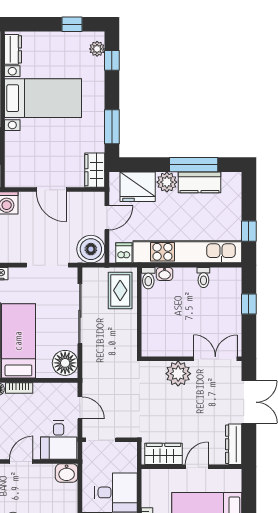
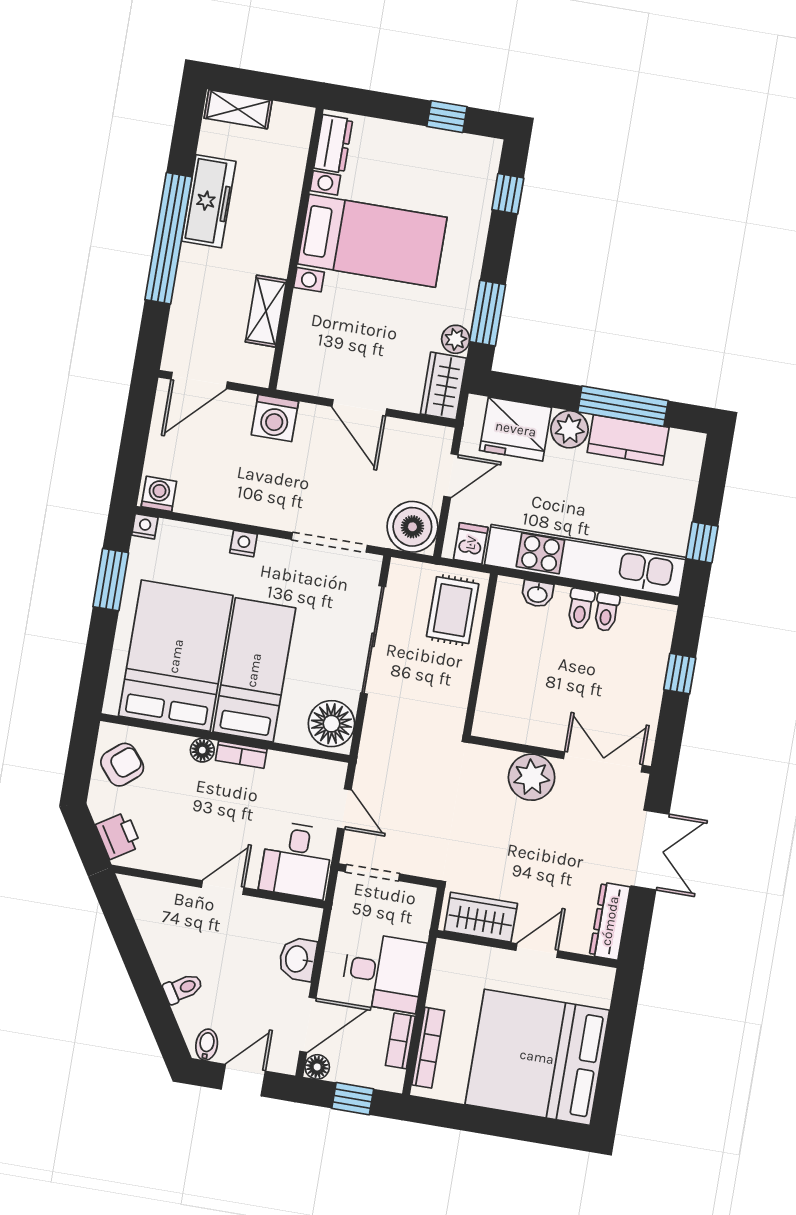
plant: (97, 49) -> (456, 339), moved
toilet: (148, 278) -> (580, 609), moved
washbasin: (67, 473) -> (298, 959), moved, turned 90

